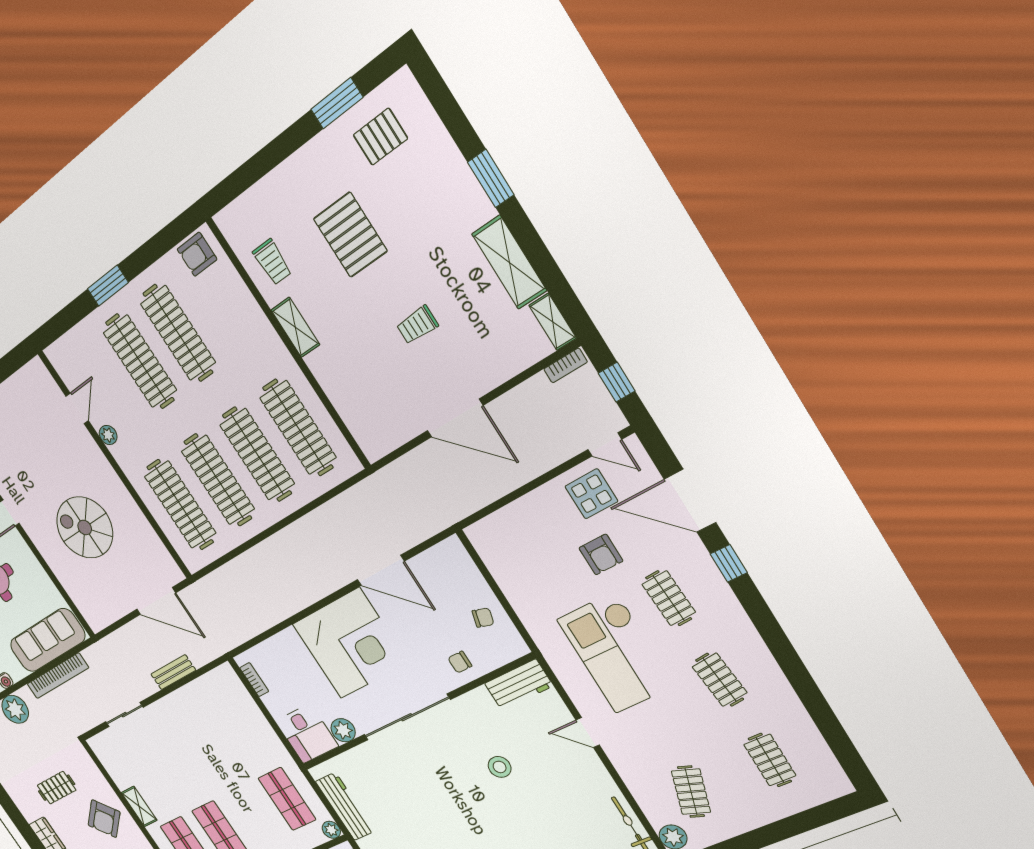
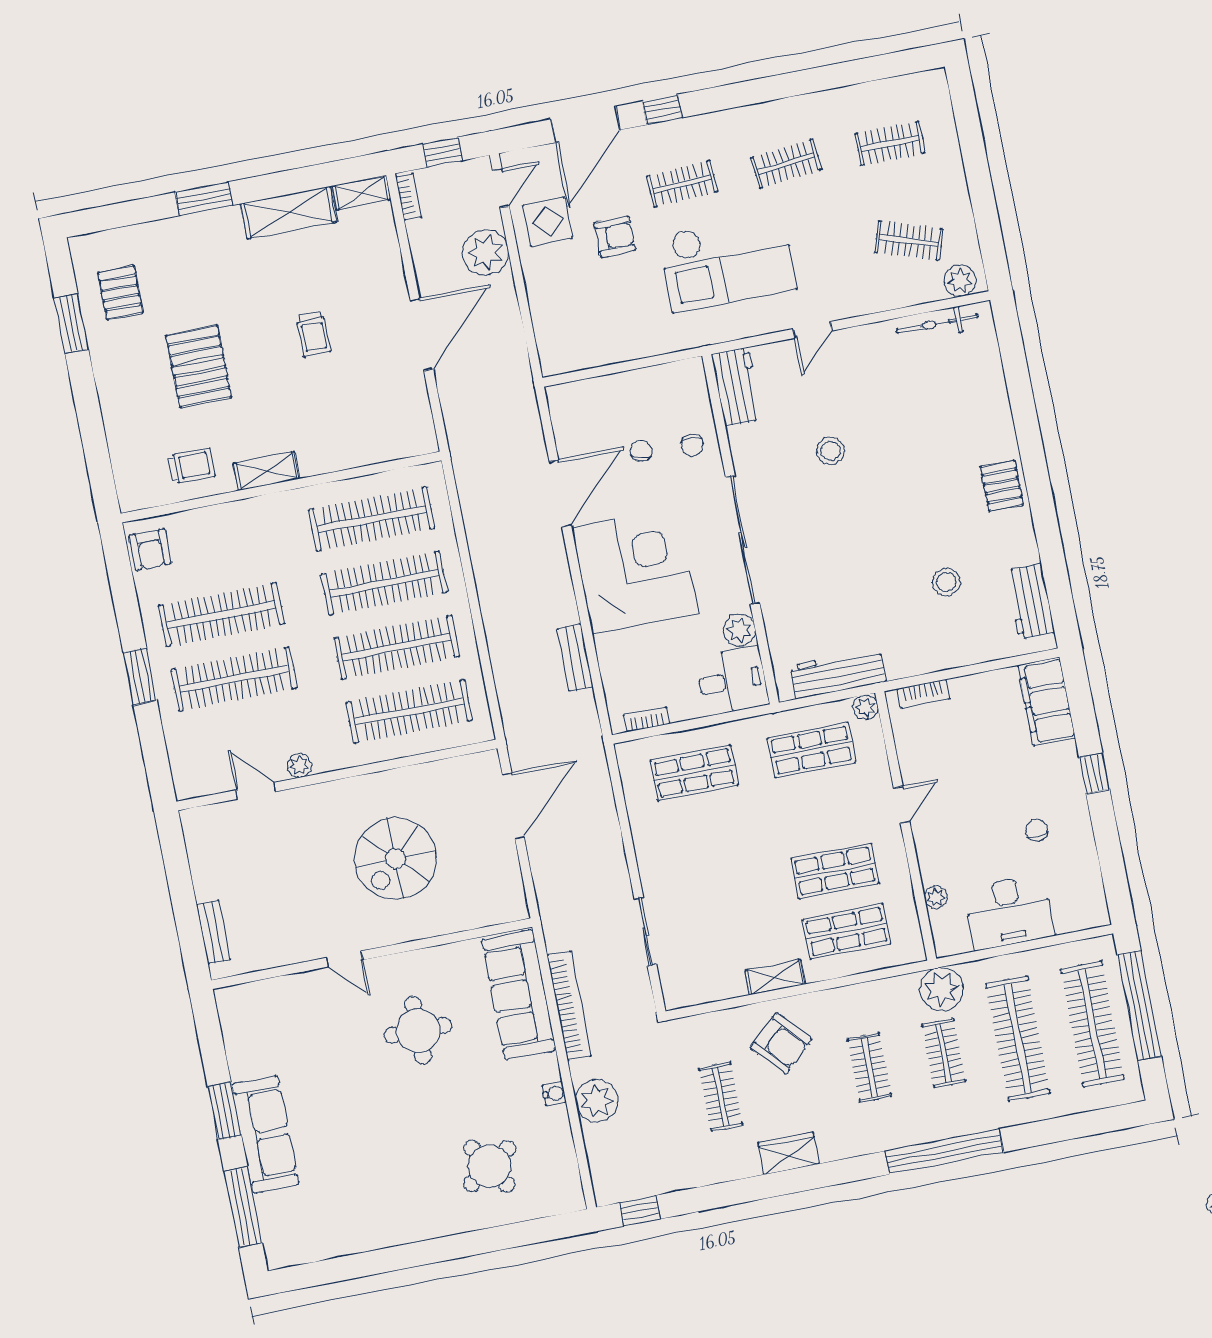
pallet: (350, 235) -> (199, 366), turned 90
plant: (544, 449) -> (486, 252), added
chair: (483, 618) -> (641, 451), moved
bench: (173, 672) -> (575, 658), moved
shop shelf: (235, 722) -> (694, 773), added

